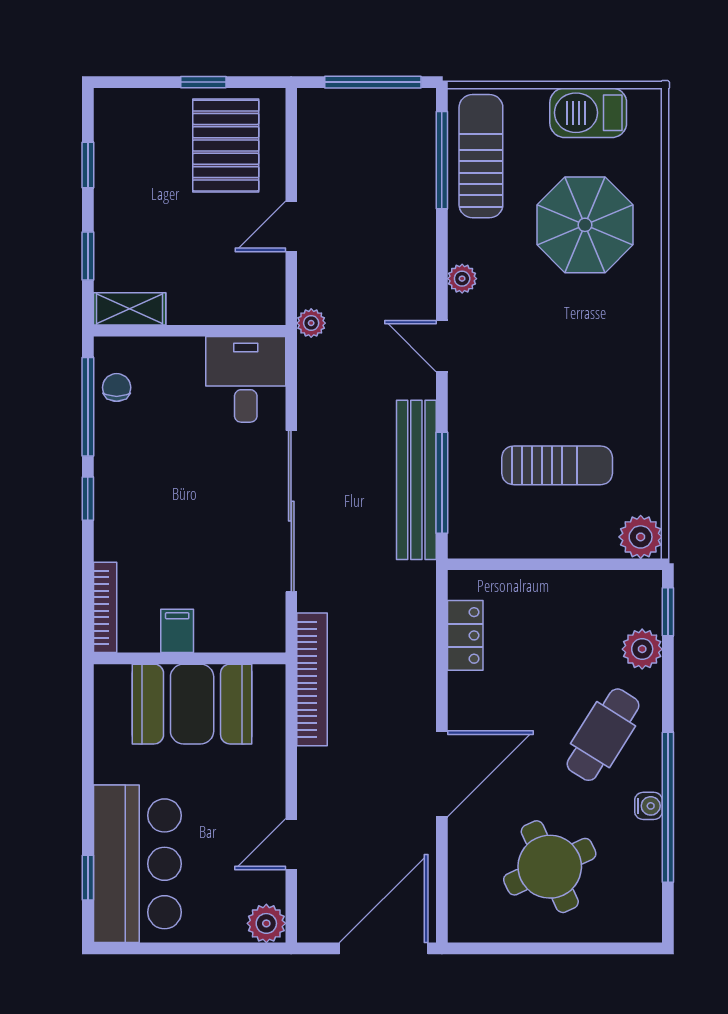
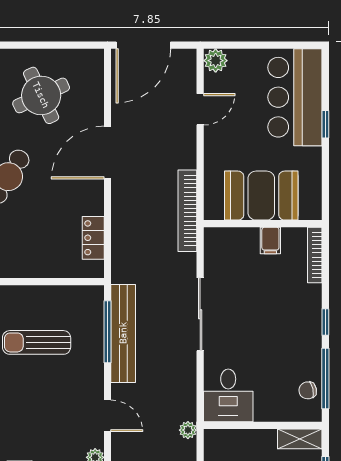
chair: (117, 387) -> (308, 390), turned 78
sliding door: (291, 511) -> (200, 314), width x0.73
window: (88, 878) -> (325, 124), moved

